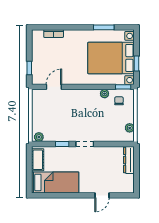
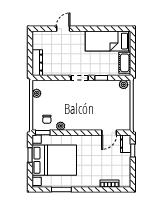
dresser: (37, 75) -> (126, 144), added

